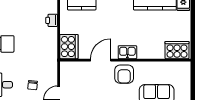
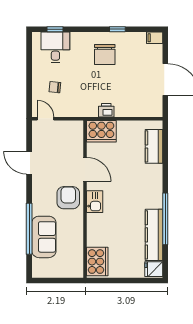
printer: (52, 20) -> (106, 110), moved
armchair: (124, 74) -> (68, 198), turned 90

